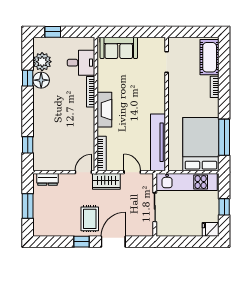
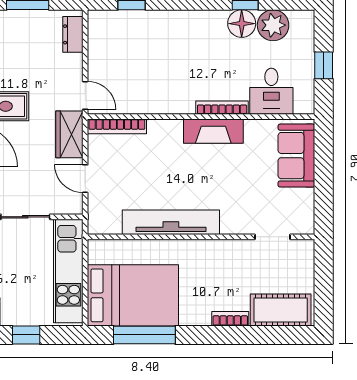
window: (53, 32) -> (324, 65), moved
fireplace: (104, 110) -> (213, 131), moved
tv unit: (158, 142) -> (171, 222), moved
door: (132, 172) -> (85, 179), swing flipped

